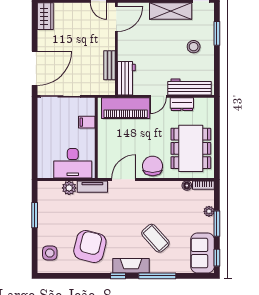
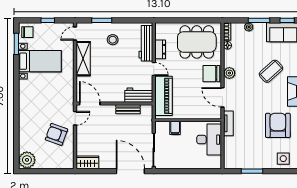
plant: (69, 188) -> (229, 73), moved
armchair: (90, 247) -> (278, 125), turned 76

